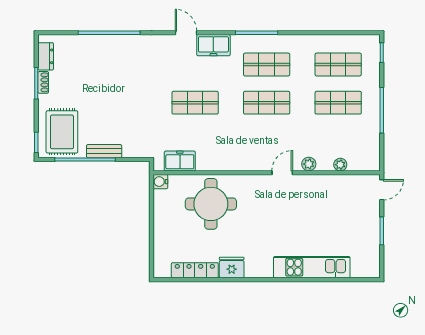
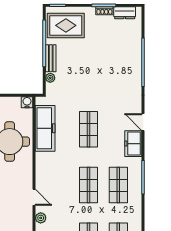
door: (186, 33) -> (143, 122), swing flipped
plant: (129, 152) -> (50, 78), added
freezer: (180, 161) -> (45, 128), width x1.91, depth x1.26

